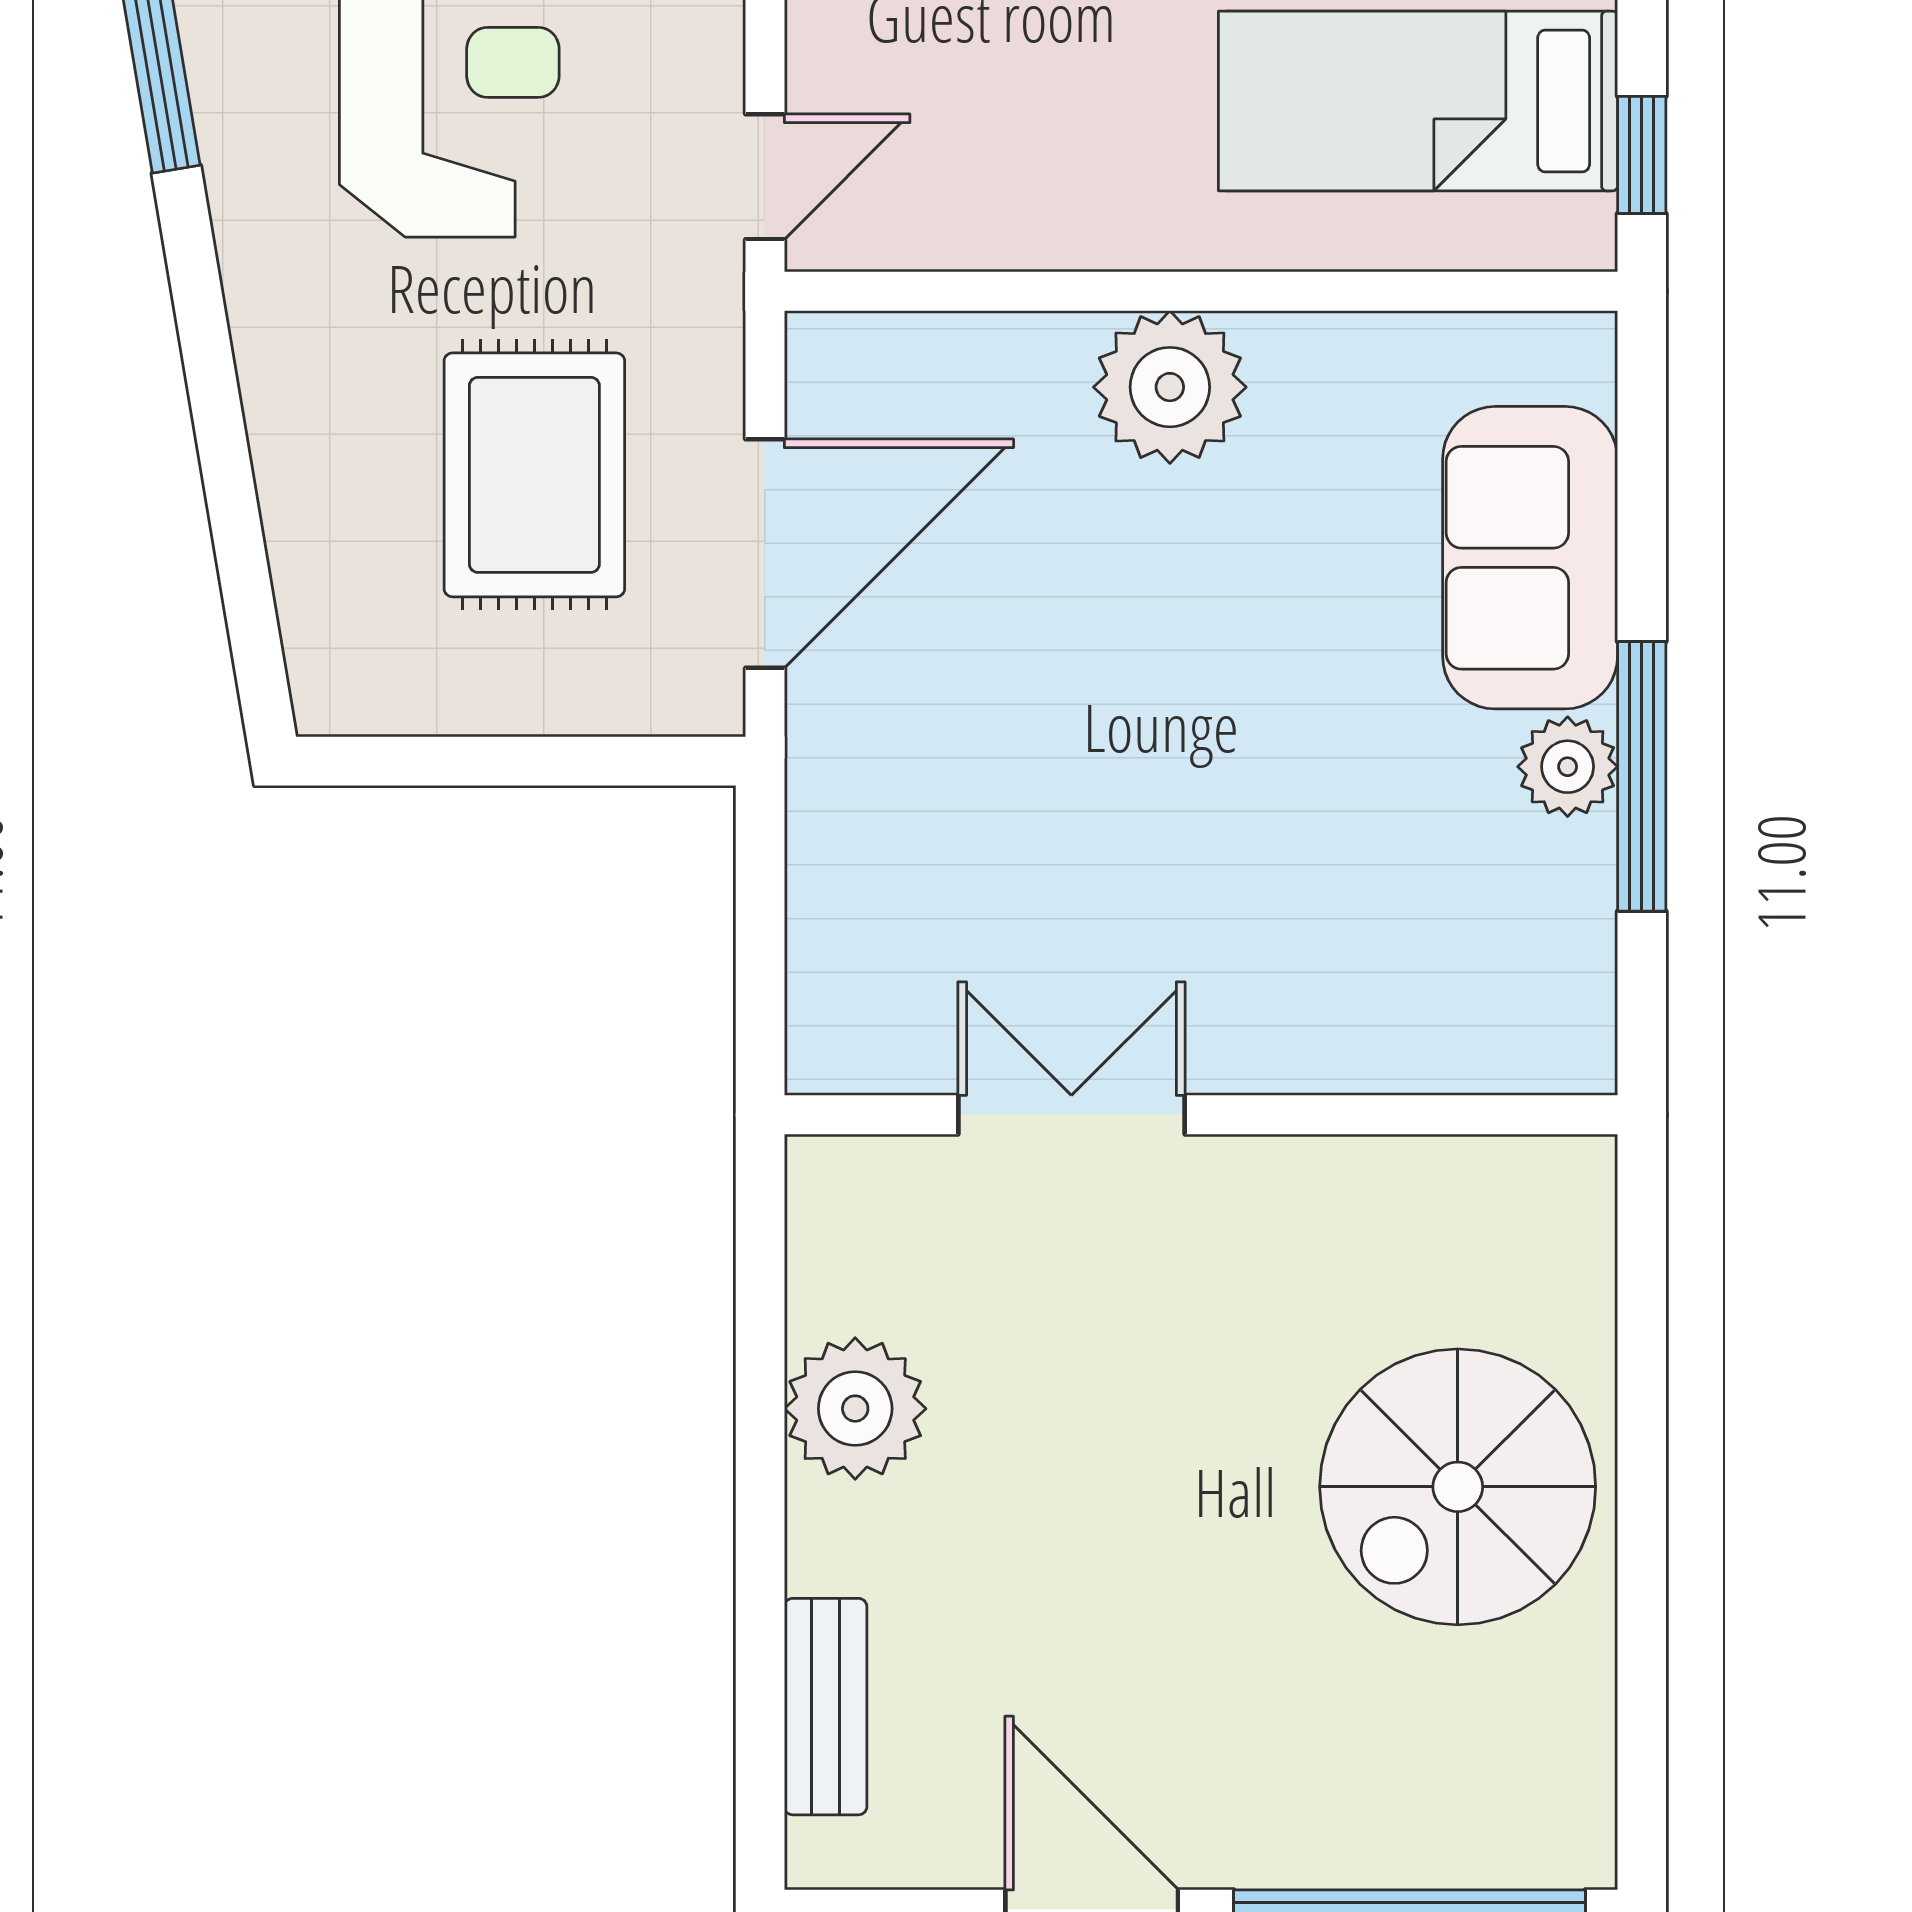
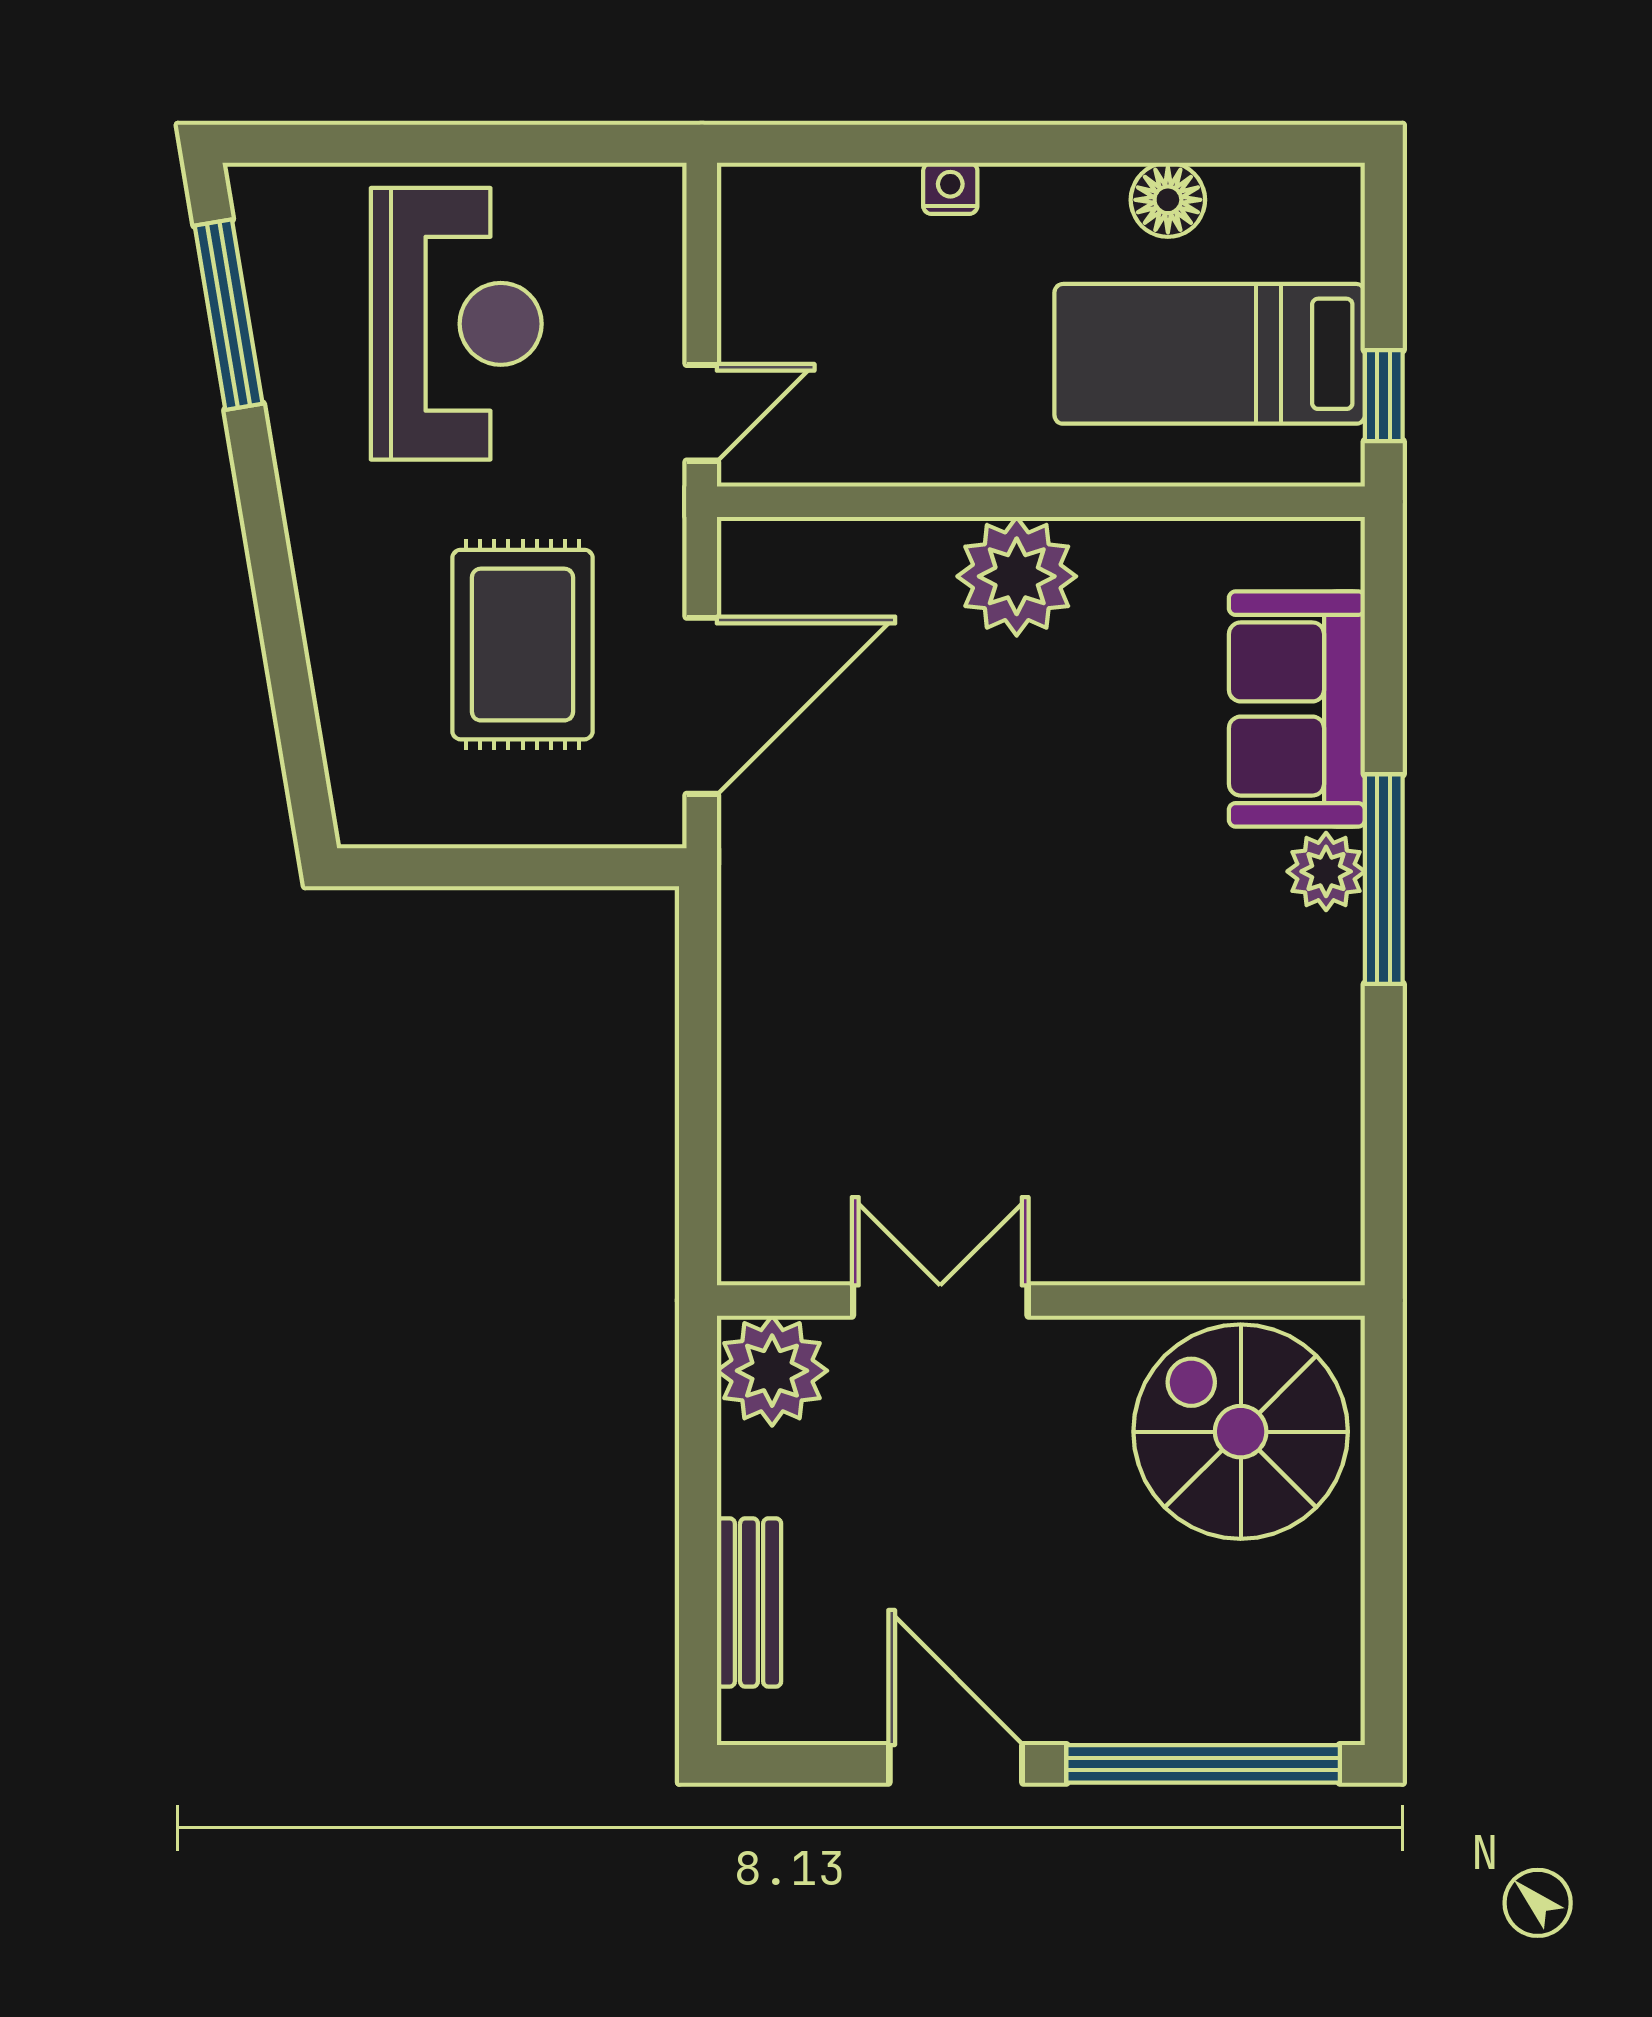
double door: (1071, 1115) -> (940, 1300), moved
wall: (1201, 1115) -> (1041, 1300), moved
spiral stairs: (1458, 1487) -> (1241, 1432), turned 90

